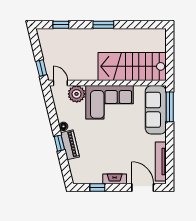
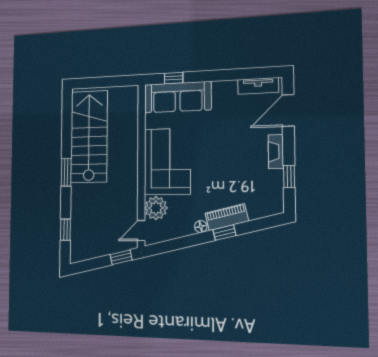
stairs: (132, 66) -> (89, 137), moved, turned 180
window: (170, 107) -> (174, 78), width x0.46
tv unit: (161, 161) -> (258, 86), width x0.71

